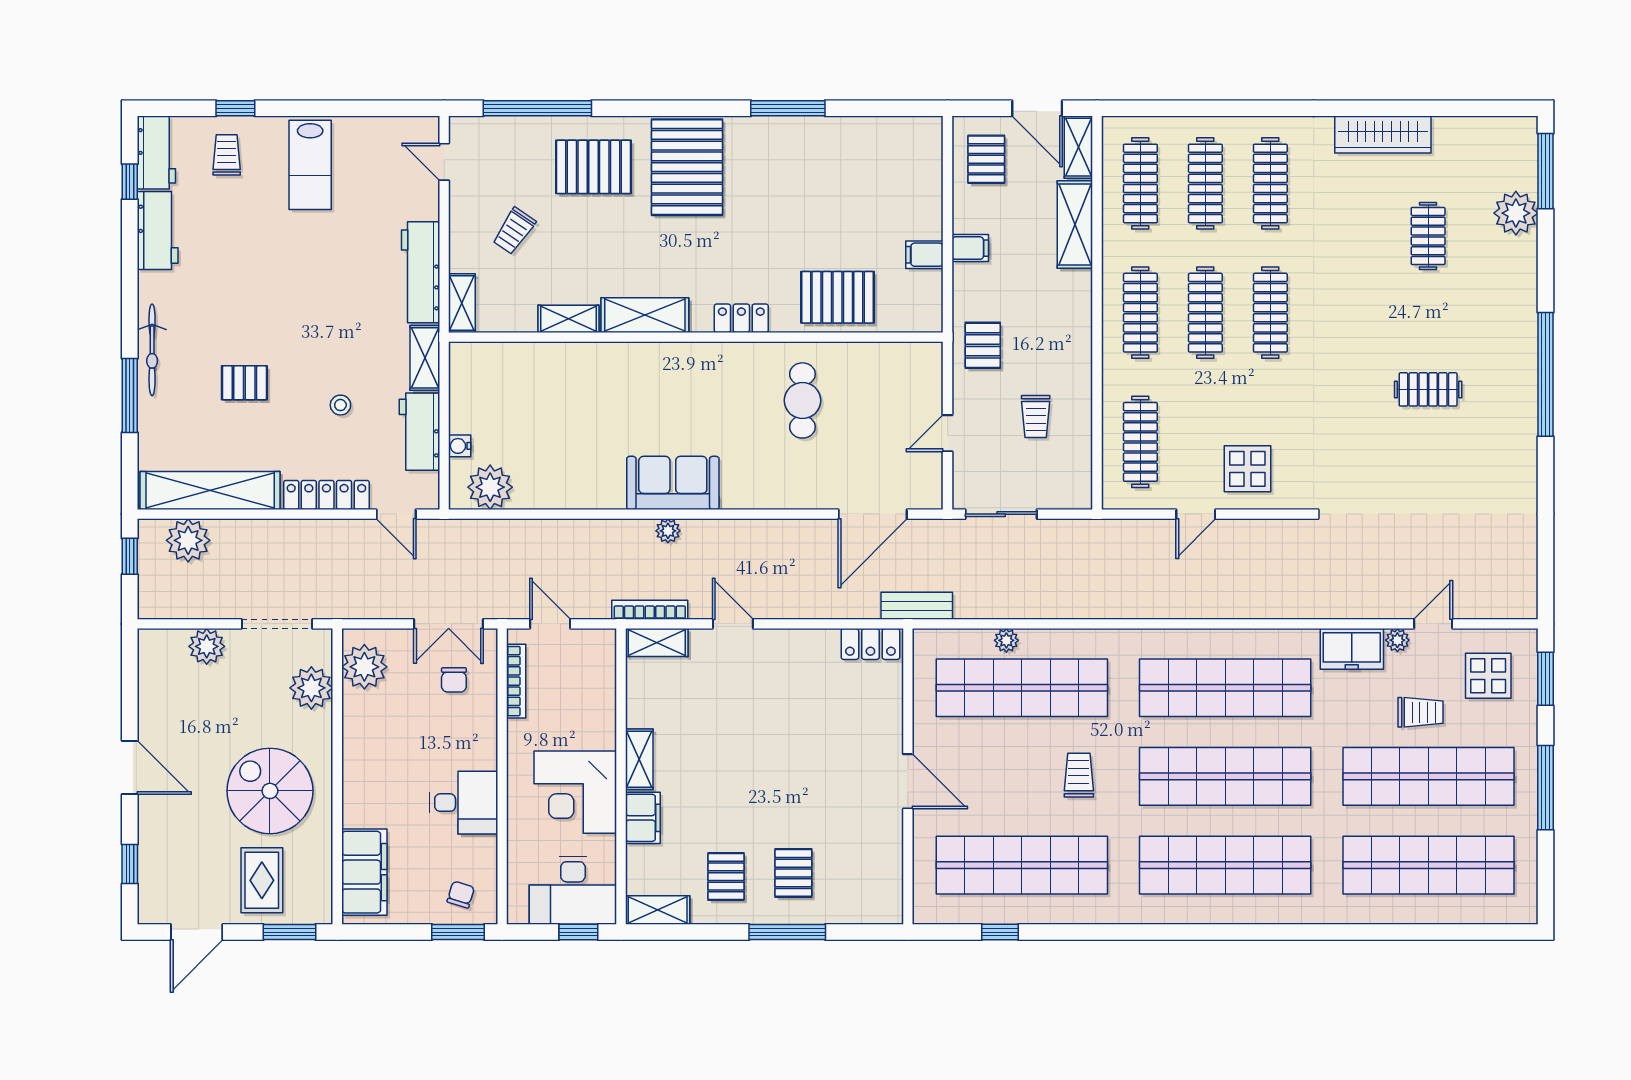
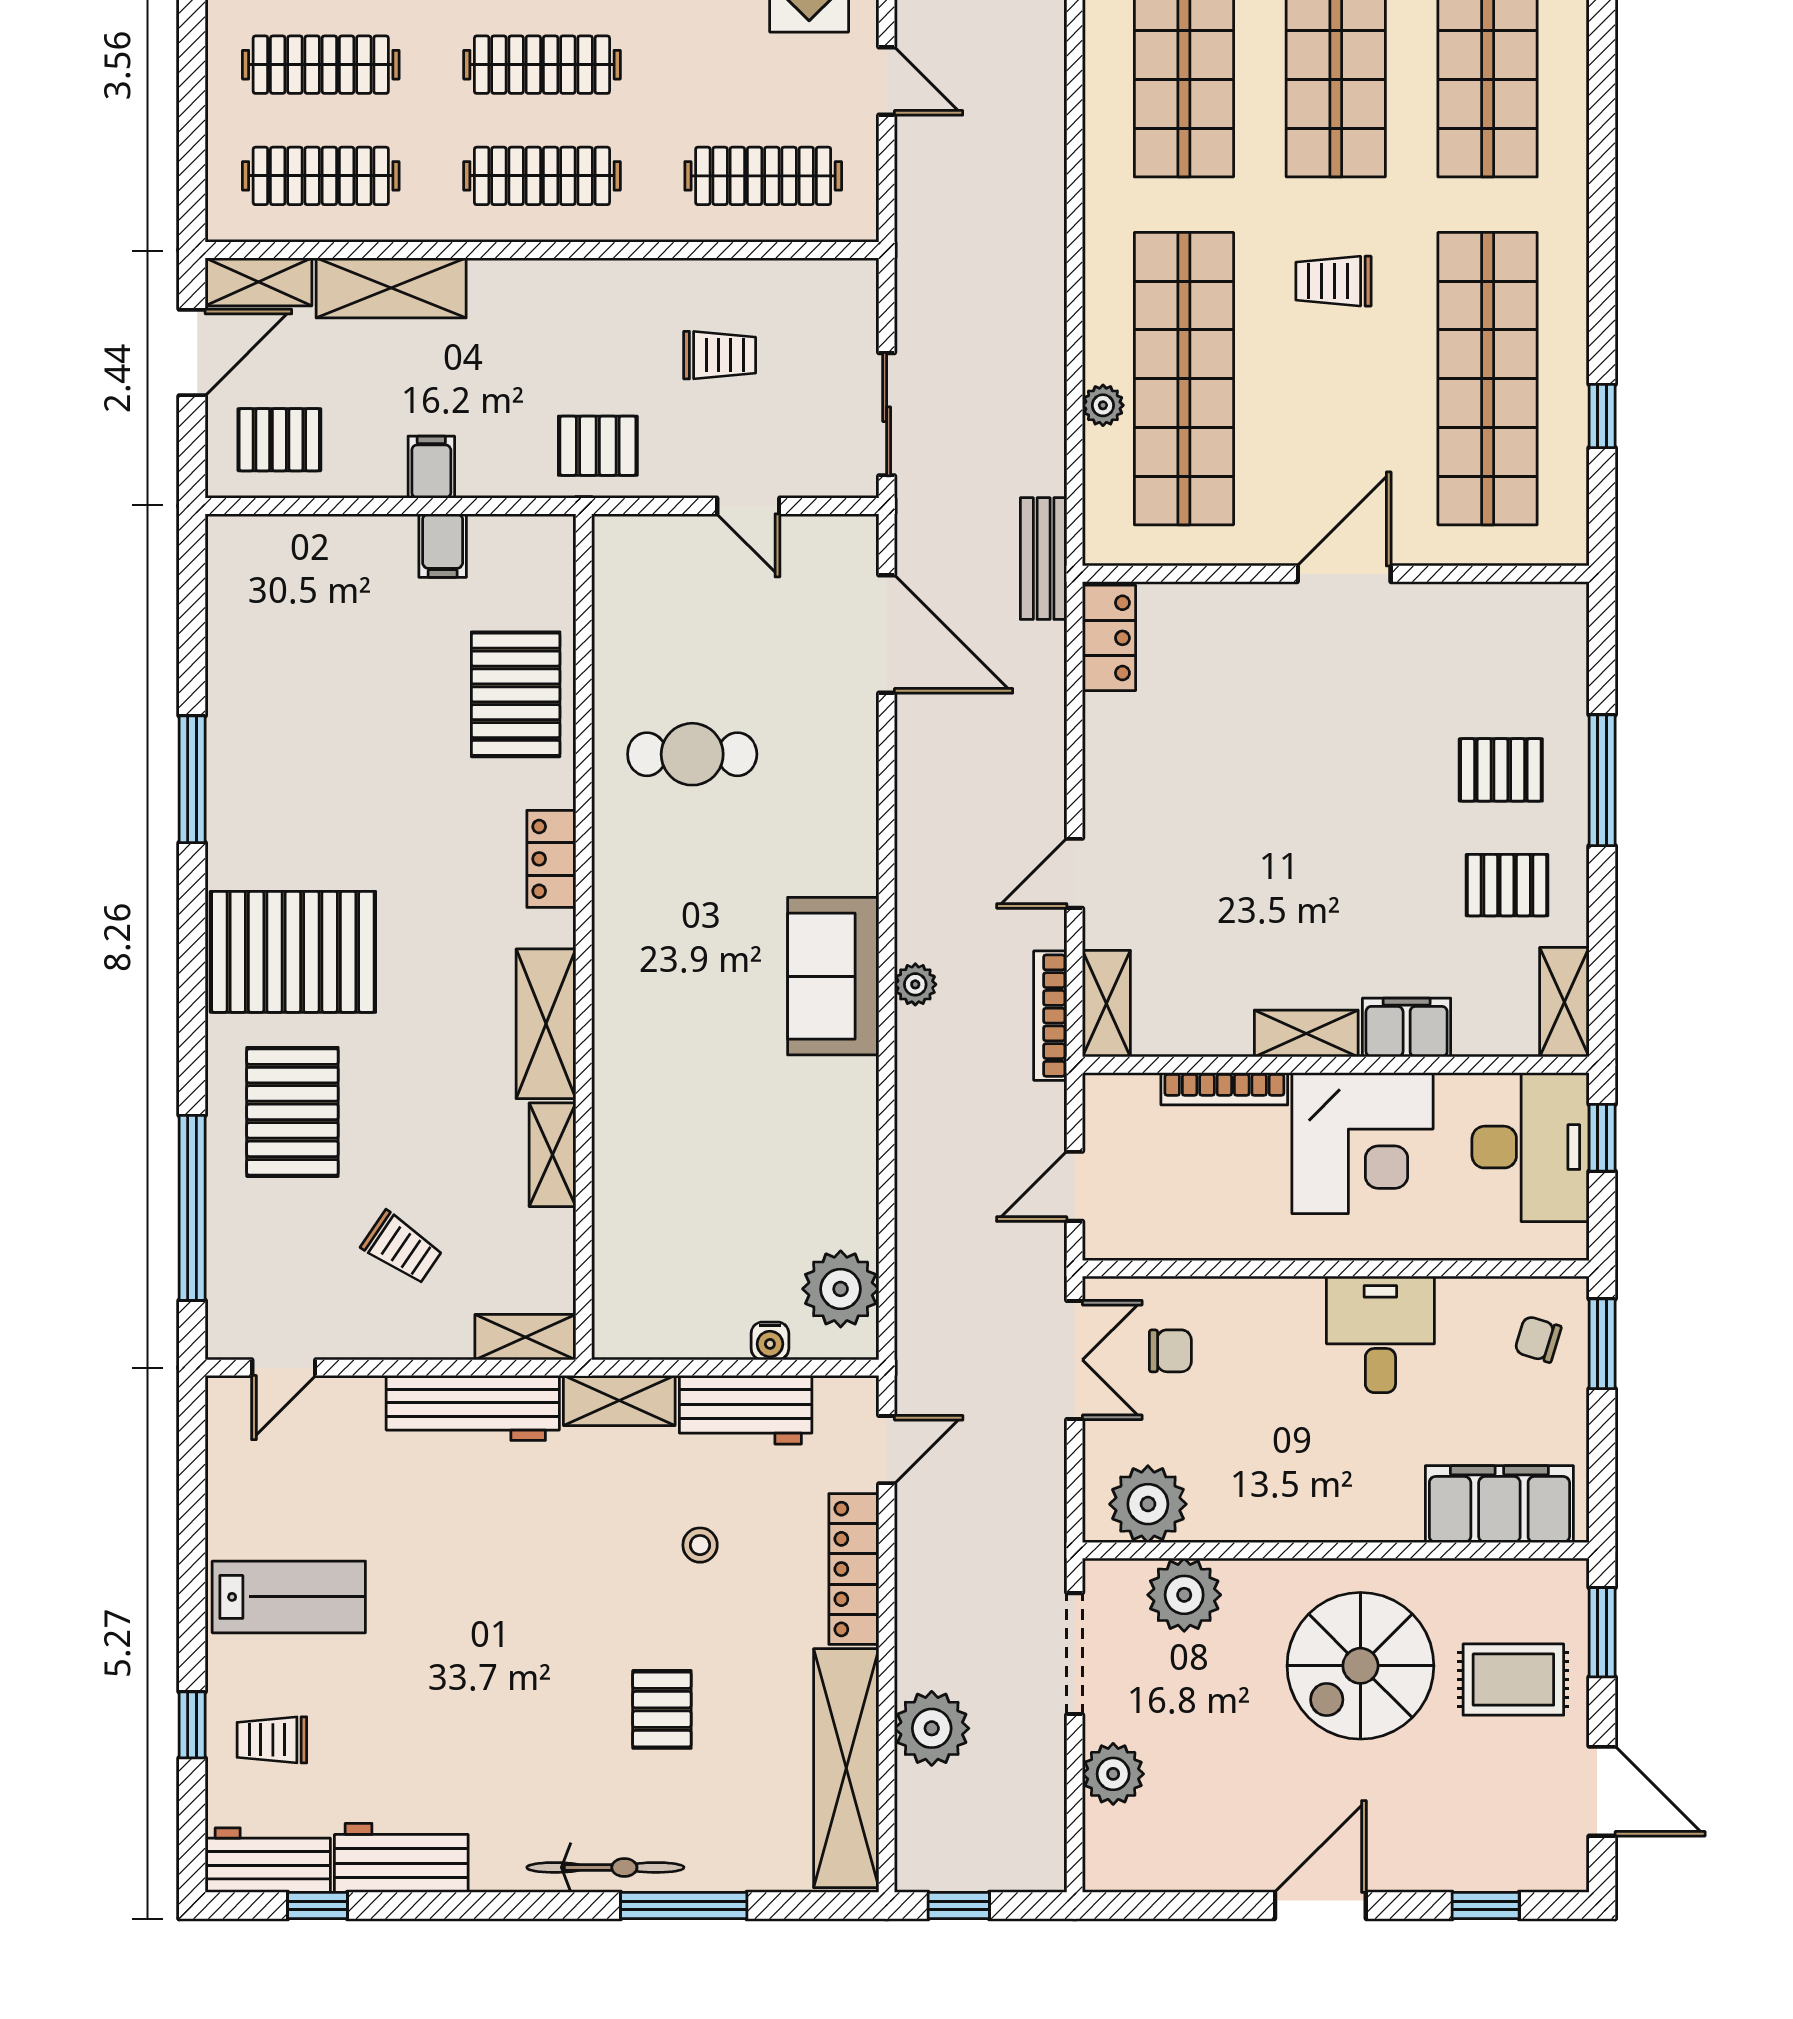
plant: (188, 540) -> (932, 1728), moved
bookcase: (516, 681) -> (1224, 1089), moved, turned 180

